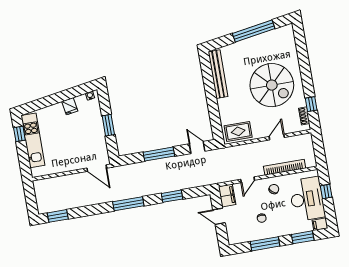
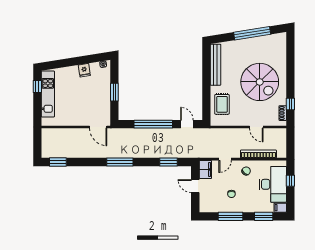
rug: (238, 131) -> (222, 104), moved, turned 90
door: (277, 137) -> (256, 127), swing flipped
window: (159, 154) -> (153, 124), width x1.46
window: (172, 196) -> (168, 162), moved

